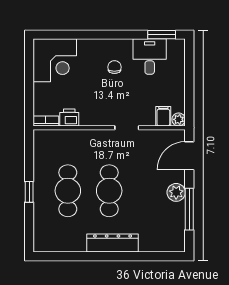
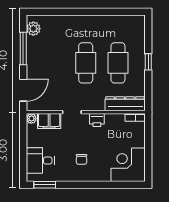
desk: (150, 56) -> (40, 161), moved, turned 90
filing cabinet: (163, 116) -> (49, 121), width x2.00
printer: (69, 117) -> (97, 120), moved
plant: (176, 192) -> (33, 29), moved
dresser: (113, 243) -> (125, 104), moved, turned 180

